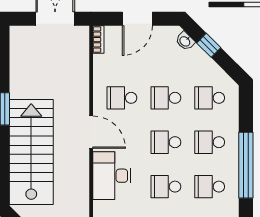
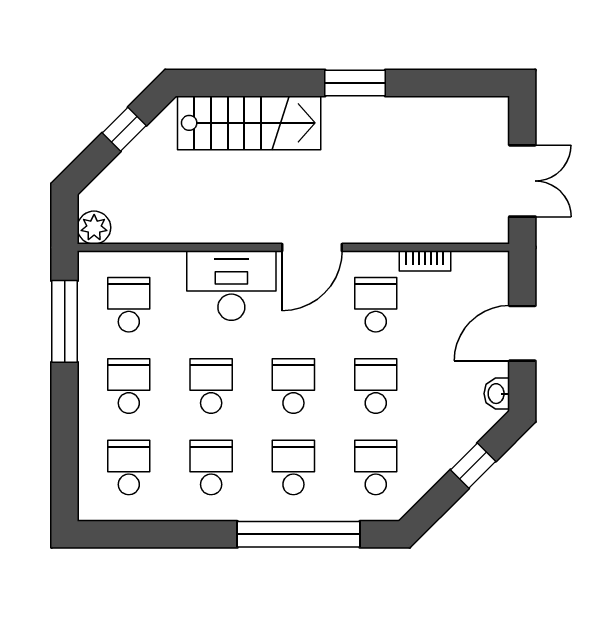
door: (137, 19) -> (522, 333), hinge flipped
bookcase: (98, 40) -> (425, 261), moved
washbasin: (185, 41) -> (497, 394), moved, turned -45
stairs: (31, 152) -> (249, 123), width x0.73, depth x0.66
window: (246, 165) -> (299, 534), moved

